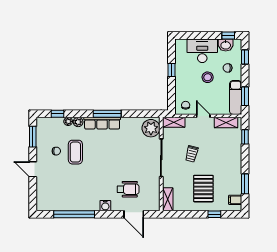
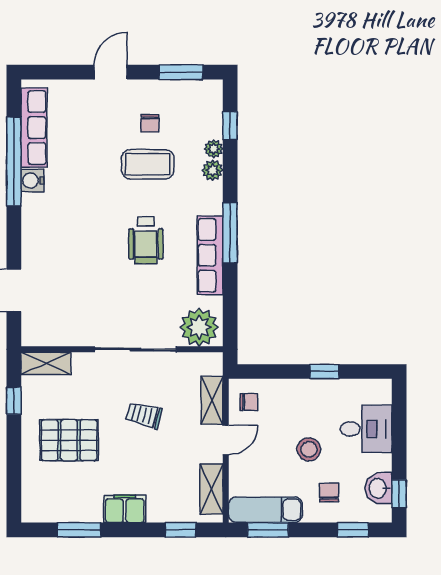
desk: (202, 51) -> (366, 429), width x0.73
shelving: (174, 122) -> (212, 400), moved
row of seats: (102, 123) -> (210, 255), moved
wheelchair: (128, 189) -> (146, 240), moved
filing cabinet: (235, 200) -> (125, 509), moved, width x2.00
row of seats: (58, 205) -> (34, 128), added
water cooler: (105, 206) -> (32, 181), moved
window: (214, 214) -> (14, 401), moved

